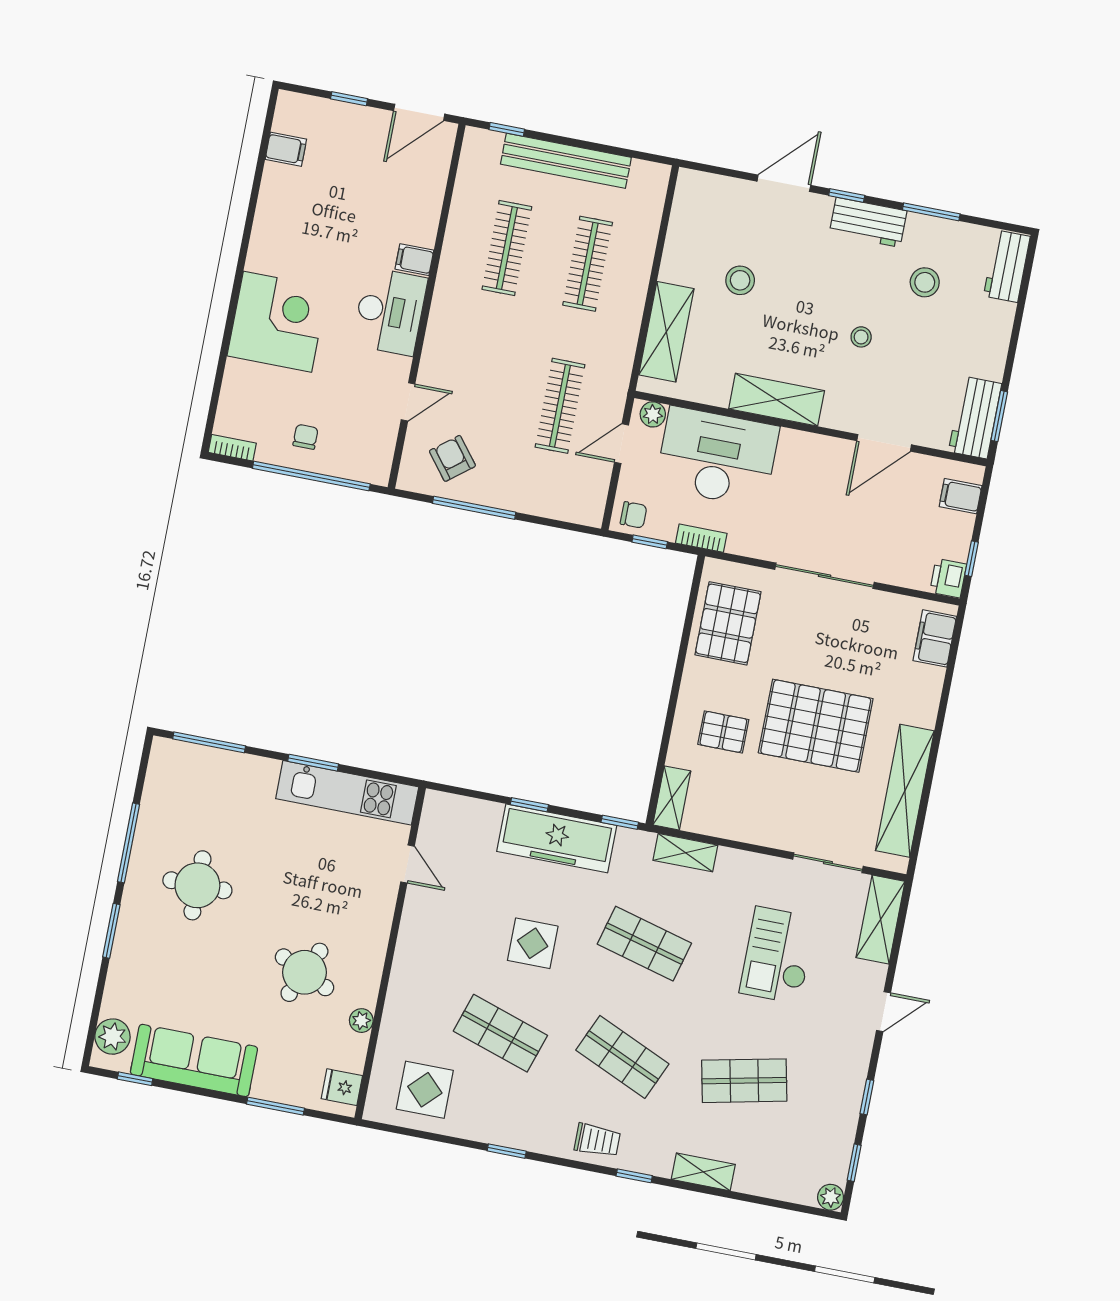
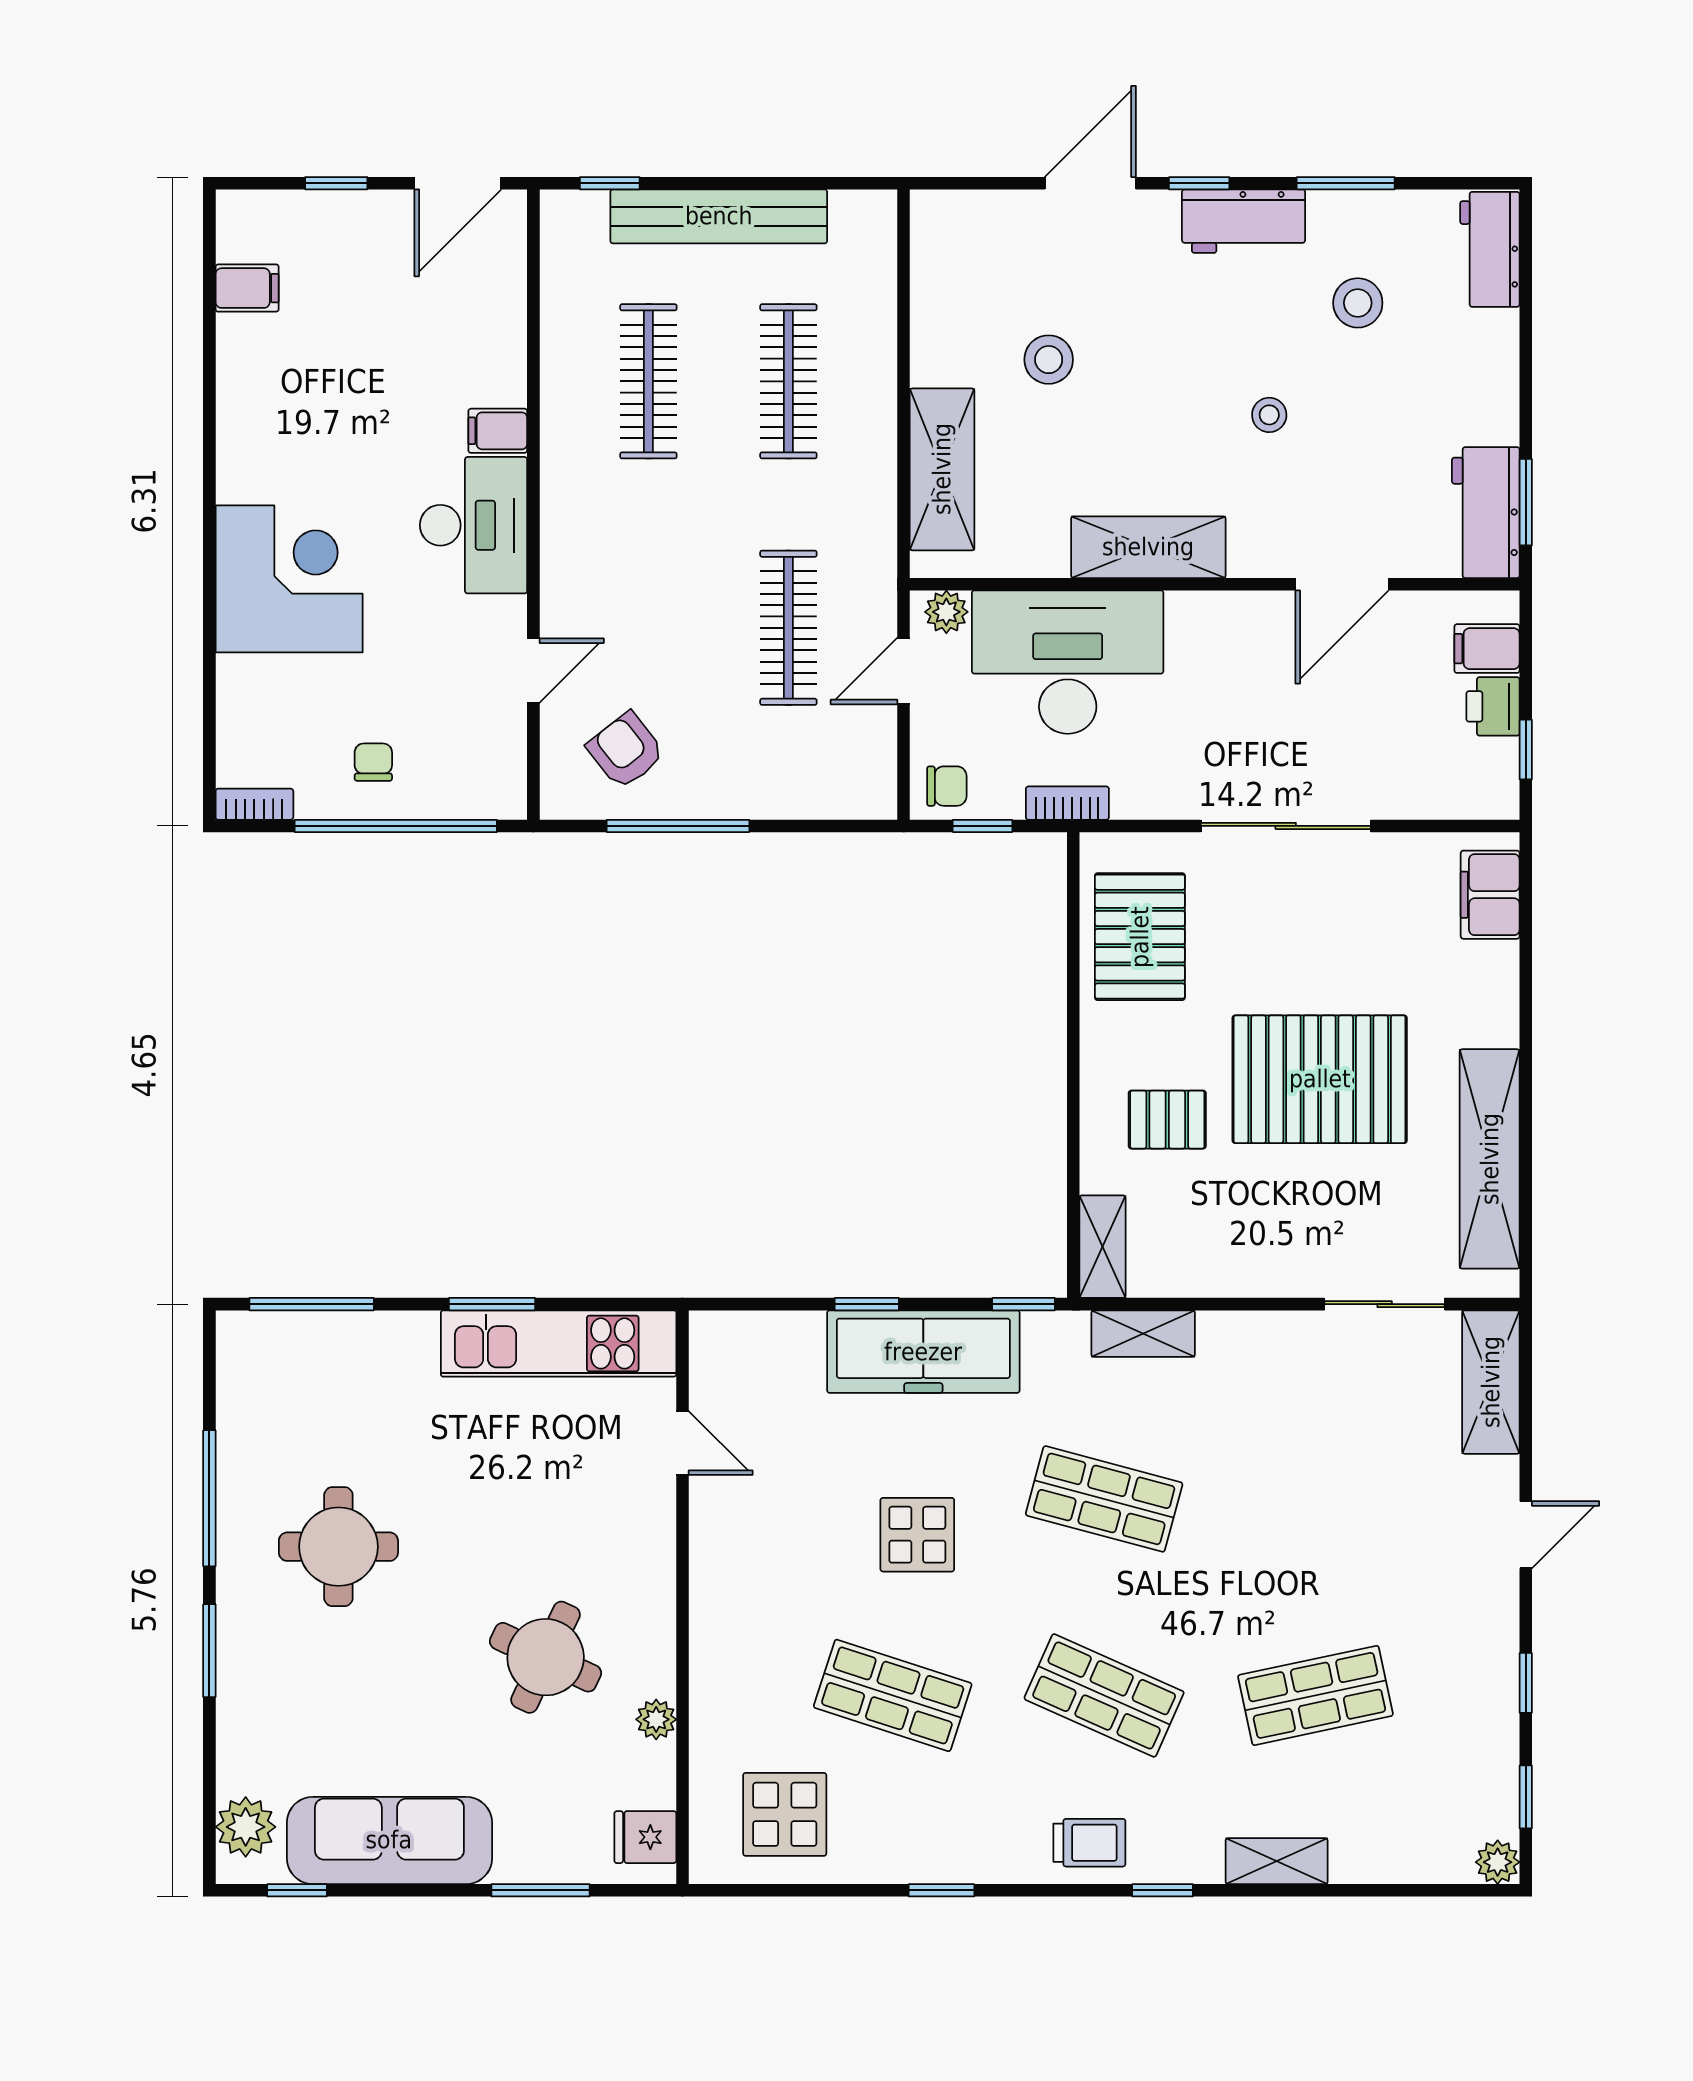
printer: (948, 578) -> (1493, 706), moved
checkout: (778, 955) -> (1331, 1475), removed

